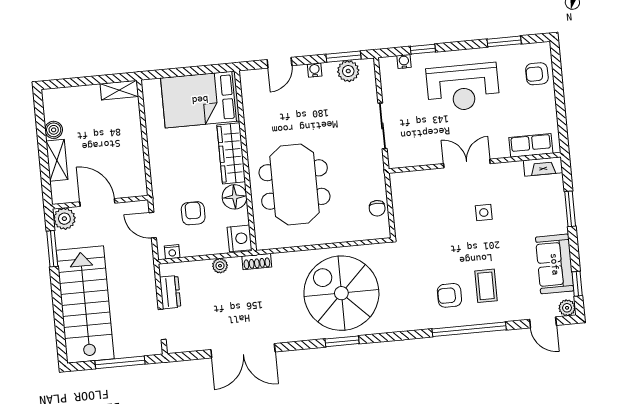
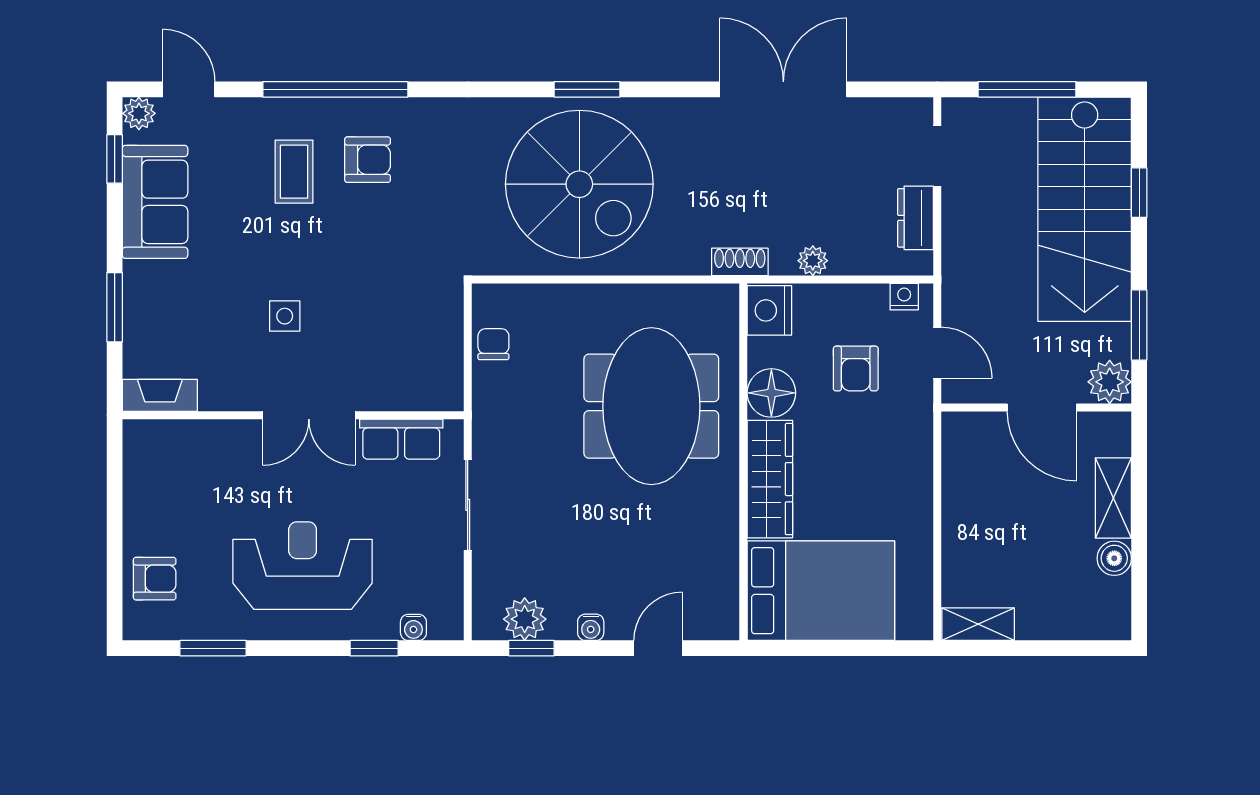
window: (344, 57) -> (531, 648), width x0.67
row of seats: (531, 145) -> (401, 439), moved
window: (59, 316) -> (1139, 193), added

